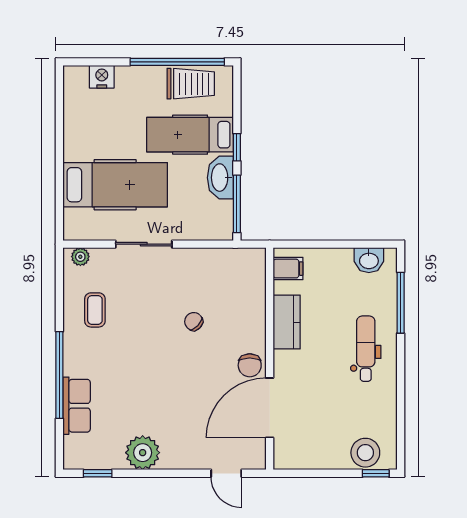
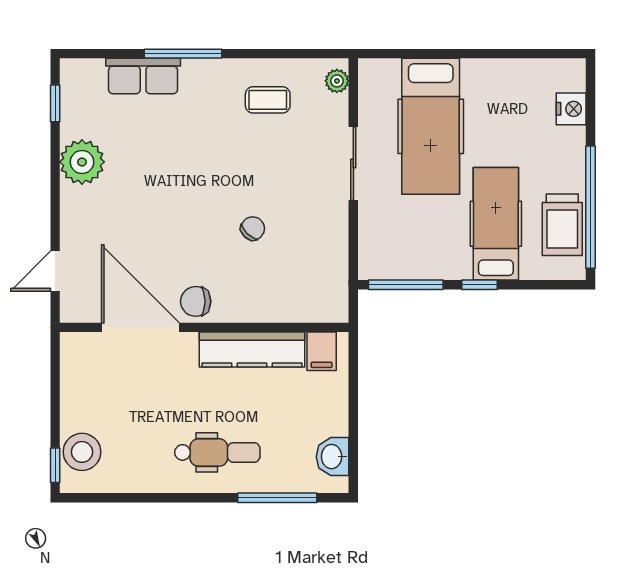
washbasin: (220, 178) -> (440, 263), removed
kitchen counter: (287, 322) -> (252, 350), width x1.50
window: (59, 375) -> (183, 54), width x0.68

